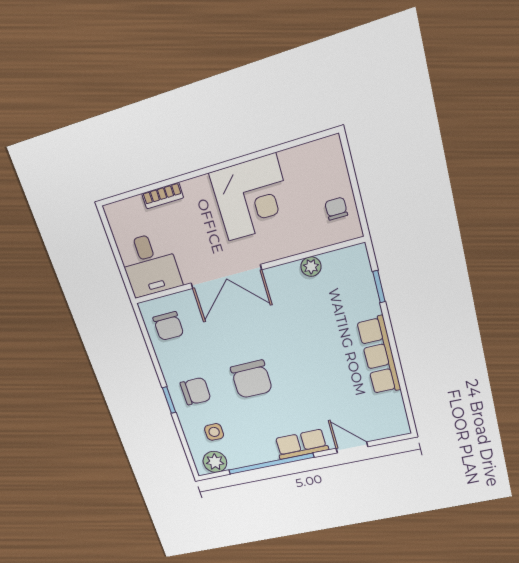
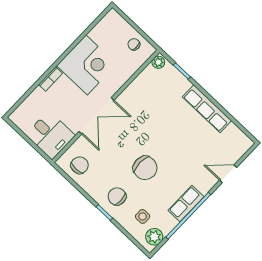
bookcase: (163, 196) -> (51, 79), moved
plant: (311, 267) -> (158, 62), moved
chair: (168, 326) -> (80, 165), turned -90
chair: (196, 391) -> (117, 196), turned -90
row of seats: (301, 444) -> (186, 204), moved

